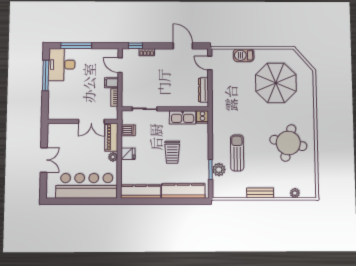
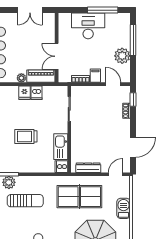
plant: (92, 56) -> (122, 56), added
desk: (62, 65) -> (88, 26), moved
door: (120, 65) -> (113, 84), hinge flipped
table tennis table: (232, 99) -> (79, 197), added
dishwasher: (128, 130) -> (36, 93), moved
double door: (44, 160) -> (30, 10), moved

